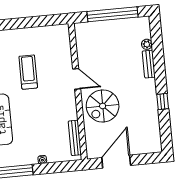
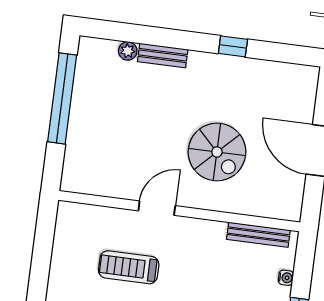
door: (77, 79) -> (157, 208), moved
wall: (78, 91) -> (179, 211), moved
bench: (75, 138) -> (258, 235), moved

